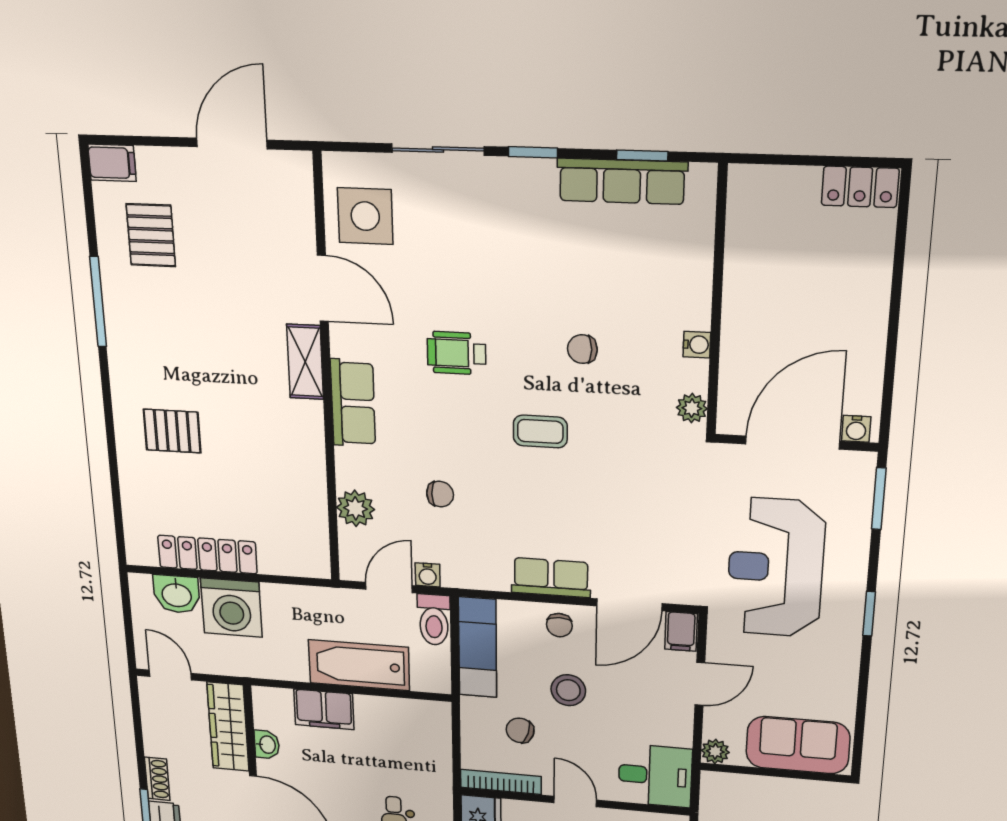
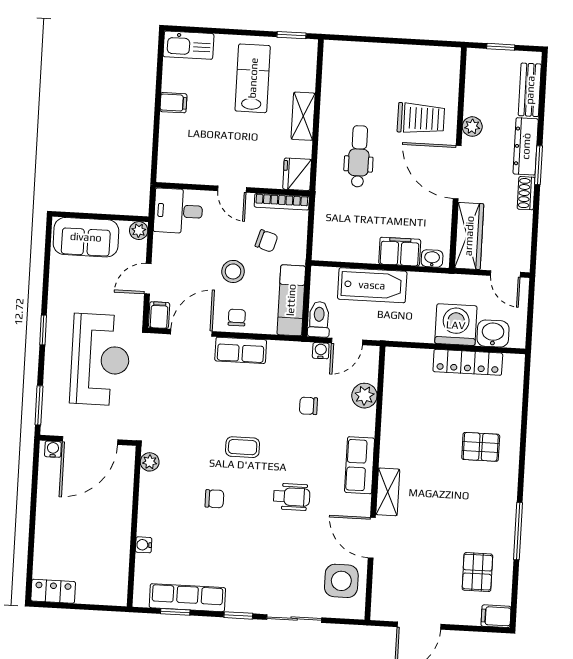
water cooler: (697, 345) -> (144, 545), moved
washbasin: (267, 745) -> (432, 258), moved, turned 90

